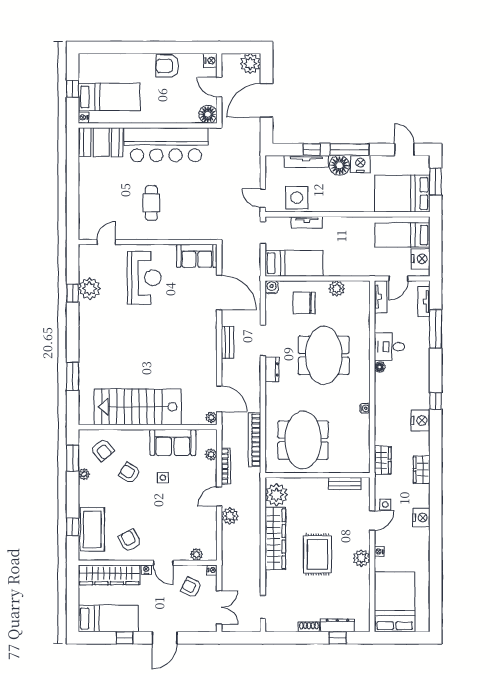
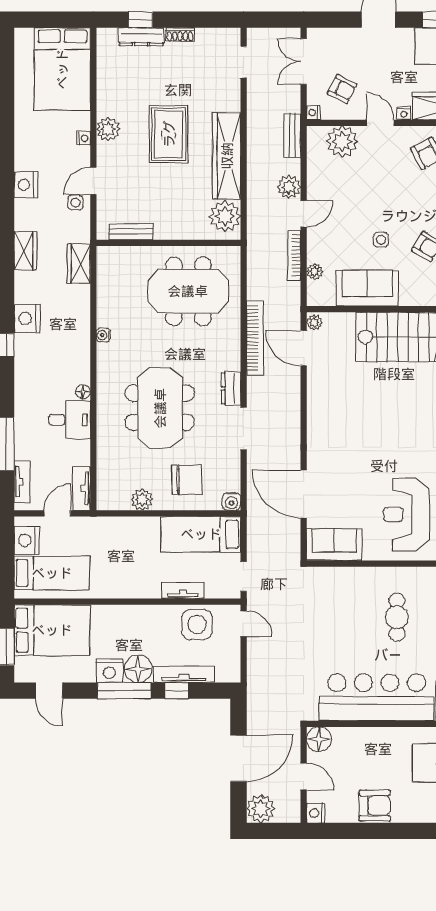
bench: (227, 342) -> (292, 136), moved
bookcase: (255, 440) -> (255, 338), moved
meeting table: (303, 440) -> (188, 291), turned 90
plant: (196, 554) -> (342, 142), width x1.88, depth x1.88

